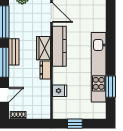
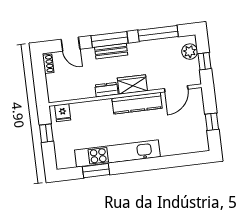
bench: (14, 52) -> (111, 51), moved
fridge: (60, 91) -> (63, 113), moved

